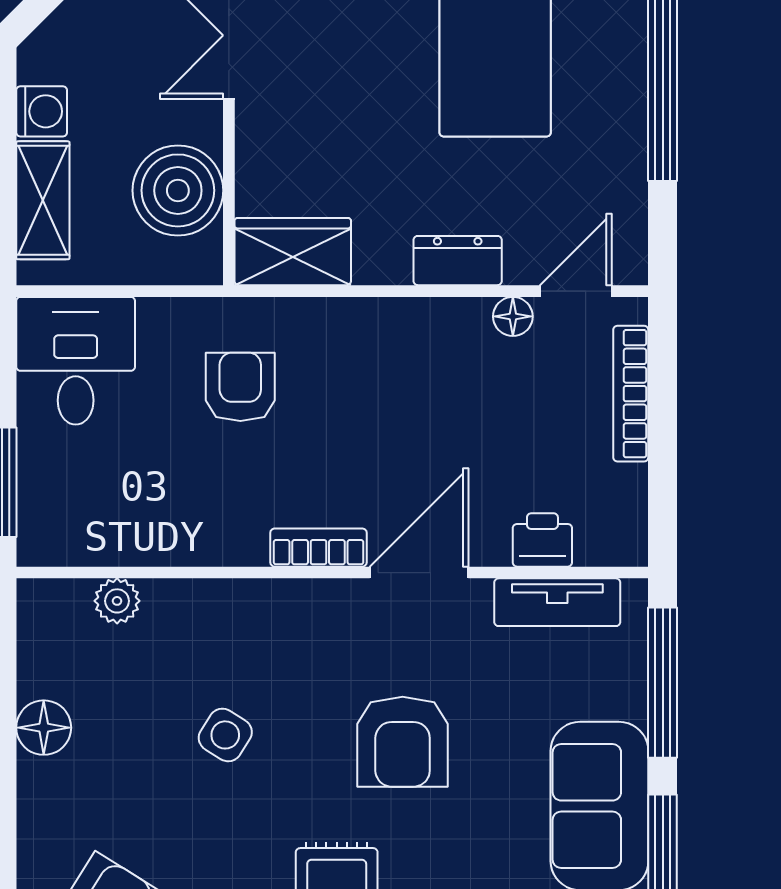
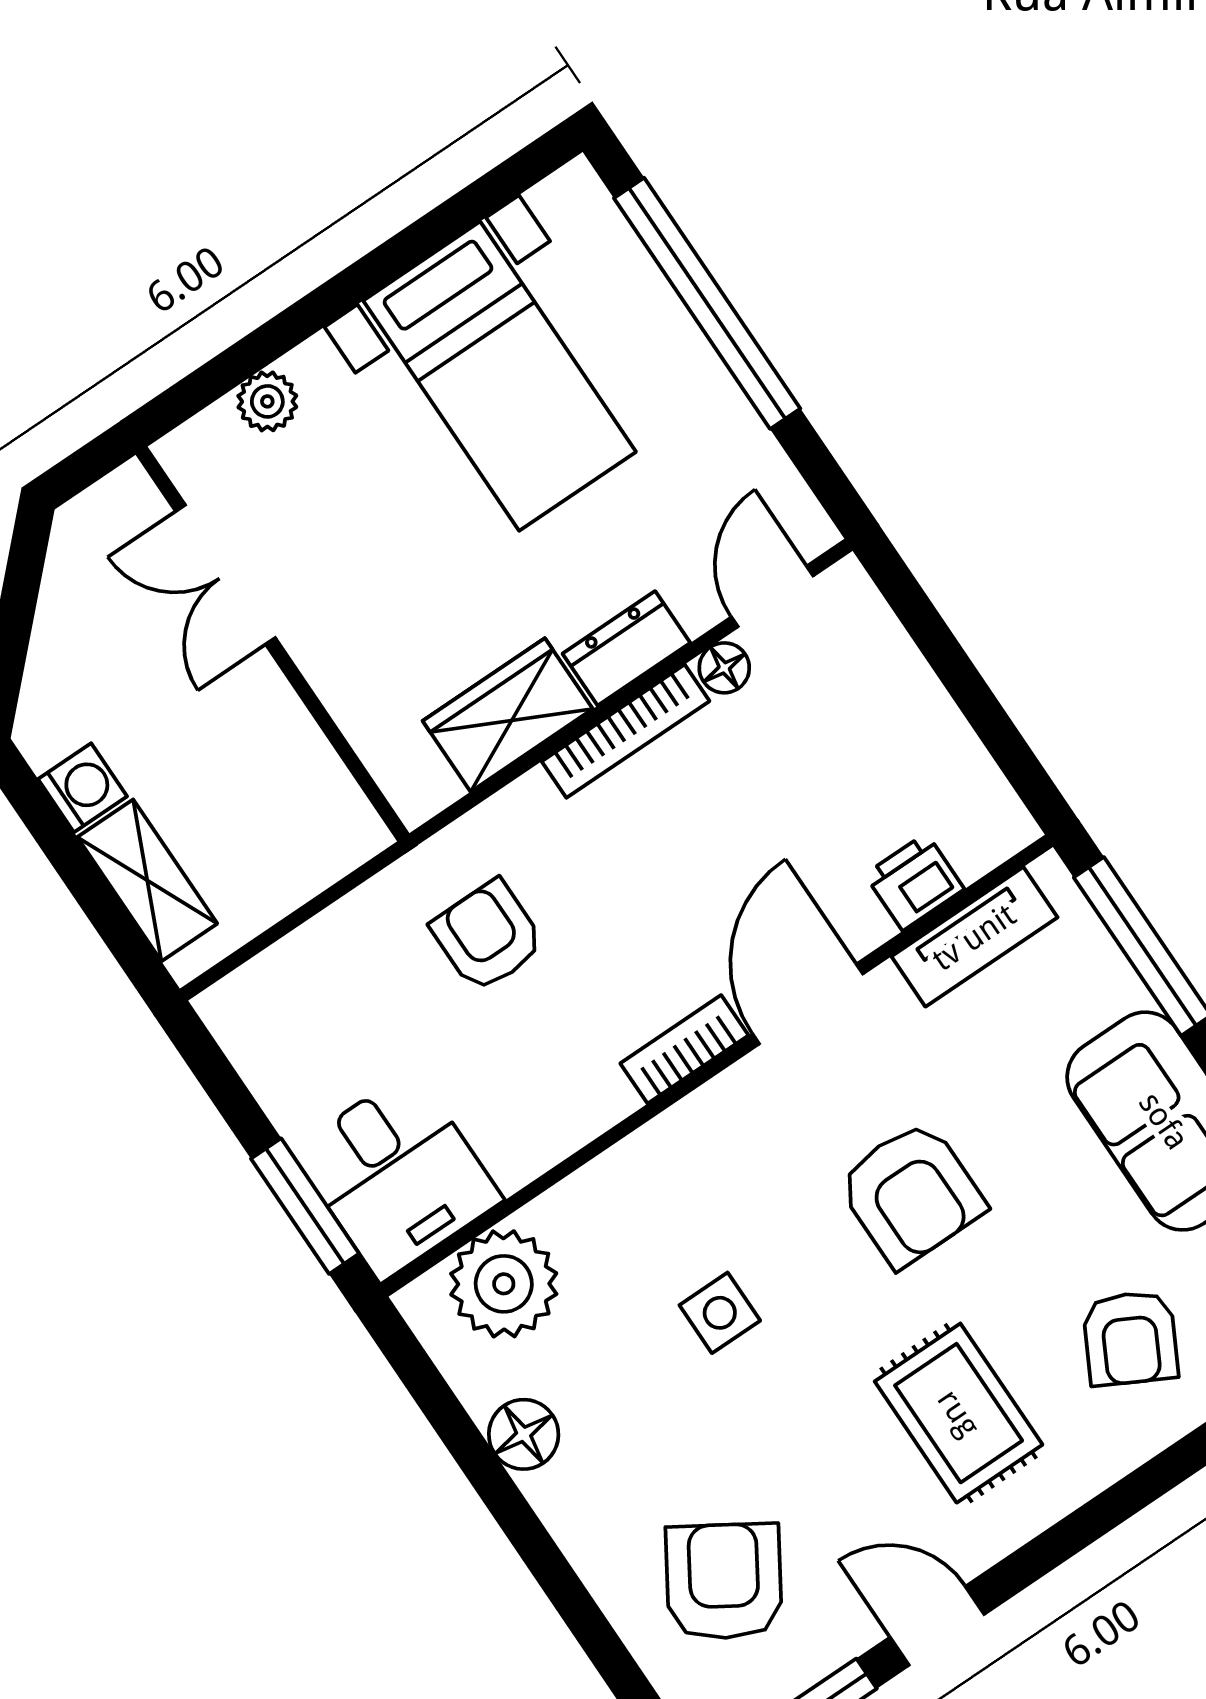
boiler: (178, 190) -> (282, 774), removed
wardrobe: (293, 252) -> (508, 715), moved
desk: (76, 361) -> (397, 1175), moved, turned 180
bookcase: (631, 394) -> (626, 731), moved, turned -90
plant: (117, 601) -> (504, 1284), width x1.87, depth x1.87
side table: (225, 735) -> (720, 1313), turned -32

